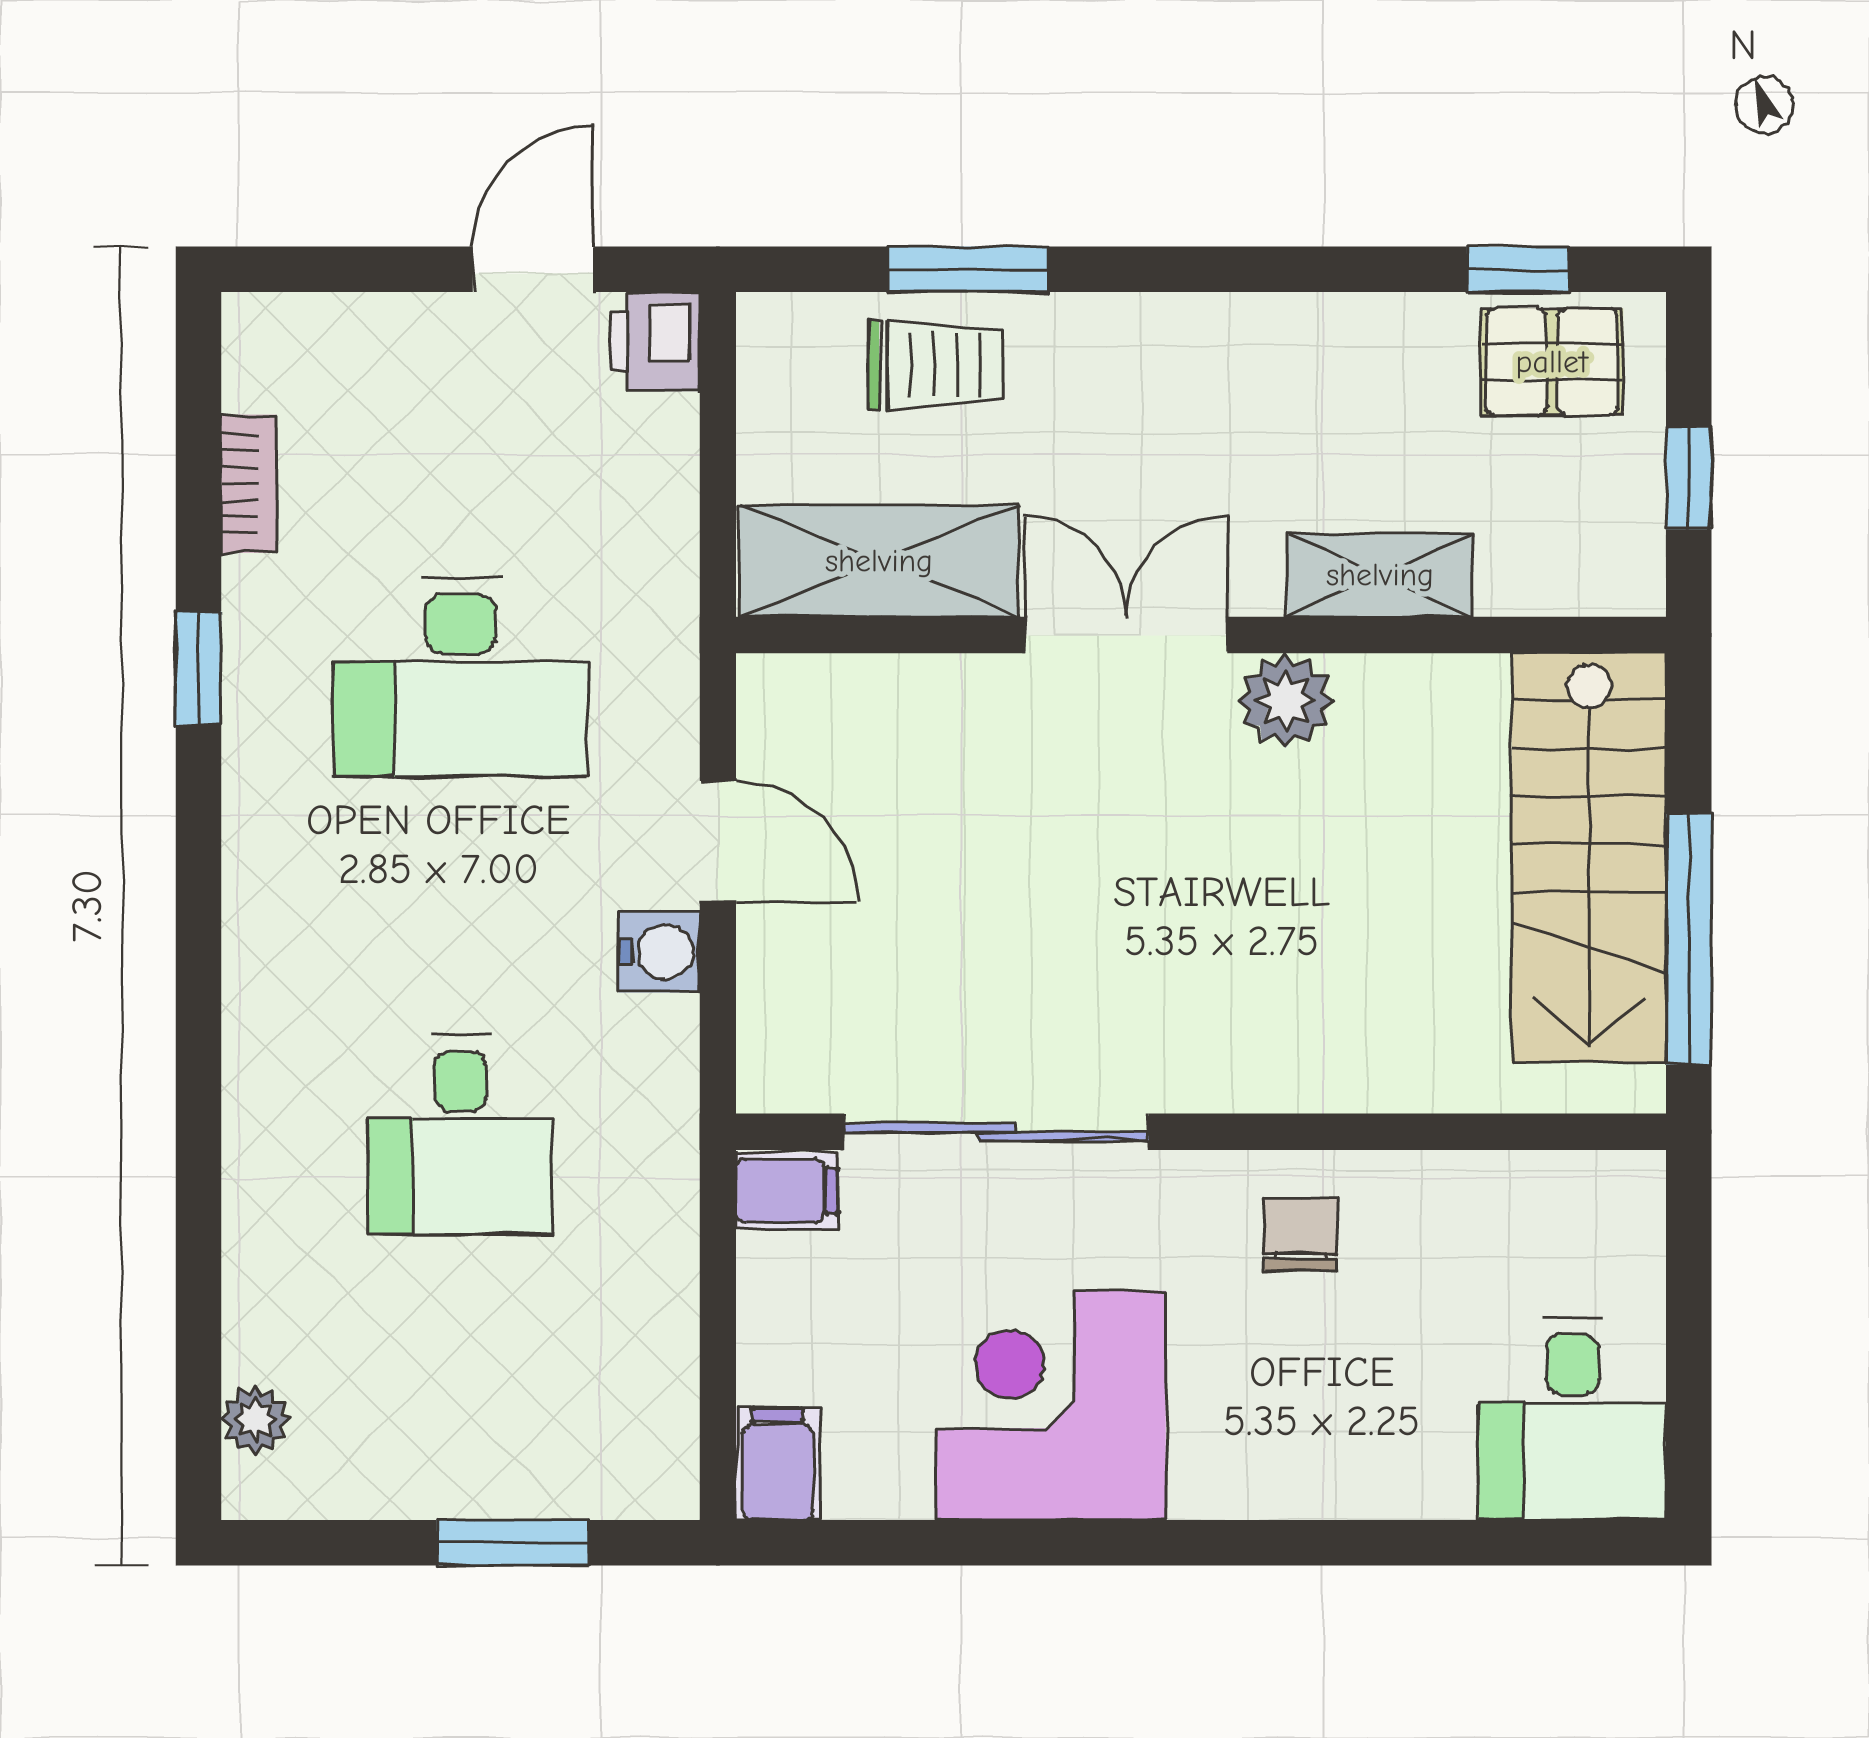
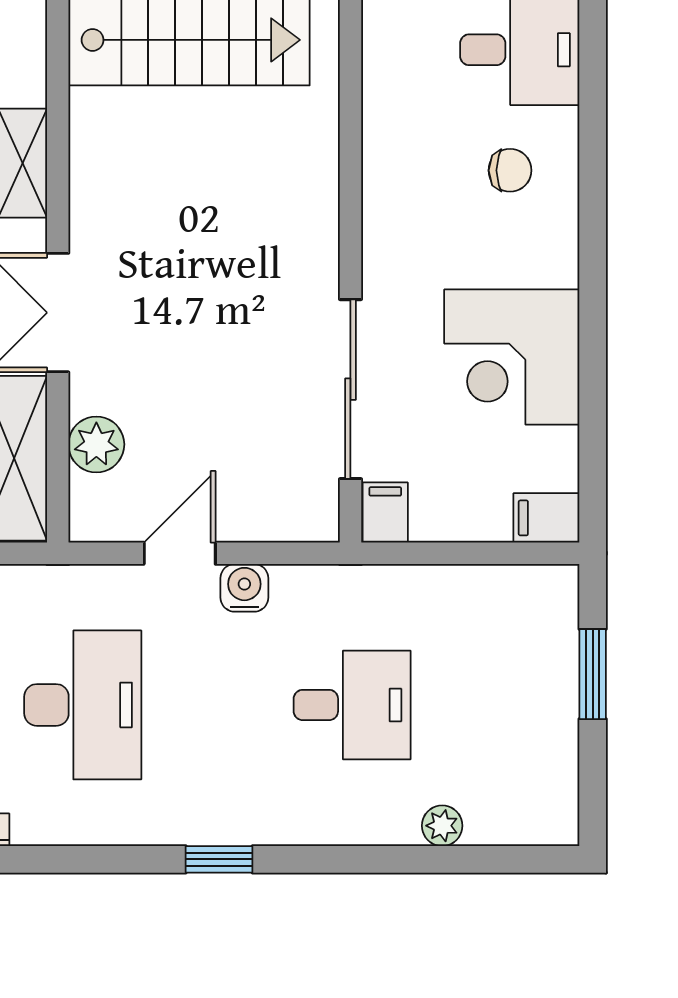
window: (198, 668) -> (219, 859), moved
plant: (1286, 700) -> (96, 444), moved
chair: (1301, 1235) -> (510, 170), moved, turned 180
plant: (256, 1420) -> (442, 826), moved

